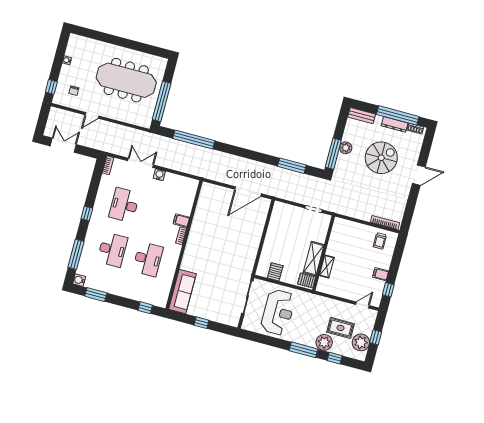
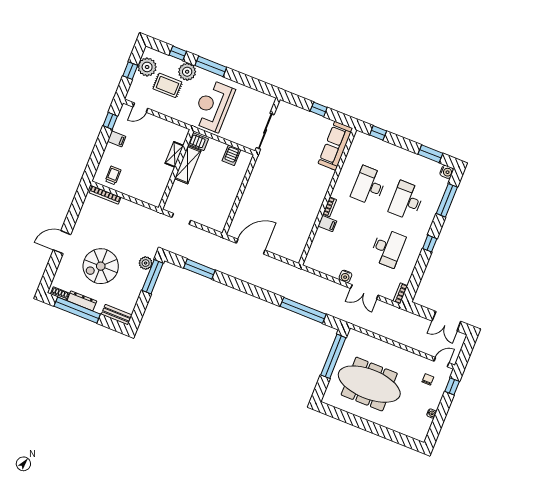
door: (92, 115) -> (441, 362), moved
plant: (346, 148) -> (146, 263), moved
reception desk: (278, 312) -> (213, 106), moved

